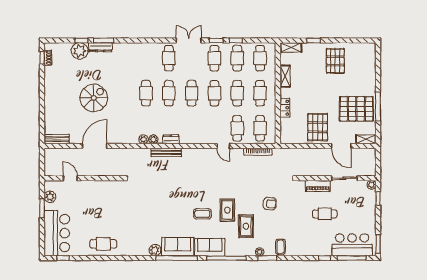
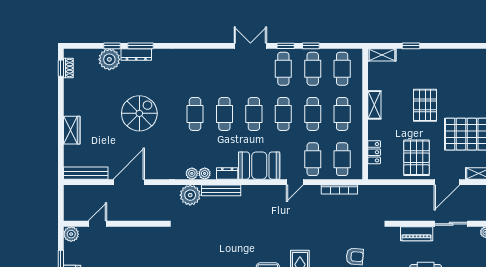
cafe table: (169, 58) -> (224, 69), removed
pallet: (335, 61) -> (425, 105), moved
shelving: (285, 76) -> (374, 105), moved
spiral stairs: (94, 98) -> (139, 113), moved
wardrobe: (50, 106) -> (72, 130), added
locker: (285, 108) -> (374, 152), moved
booth: (196, 133) -> (259, 166), added
bench: (57, 139) -> (86, 173), width x1.36
door: (223, 146) -> (295, 182), hinge flipped
door: (341, 146) -> (447, 182), hinge flipped
plant: (142, 156) -> (190, 195), added
door: (70, 178) -> (97, 224), hinge flipped
plant: (50, 197) -> (71, 234), moved

